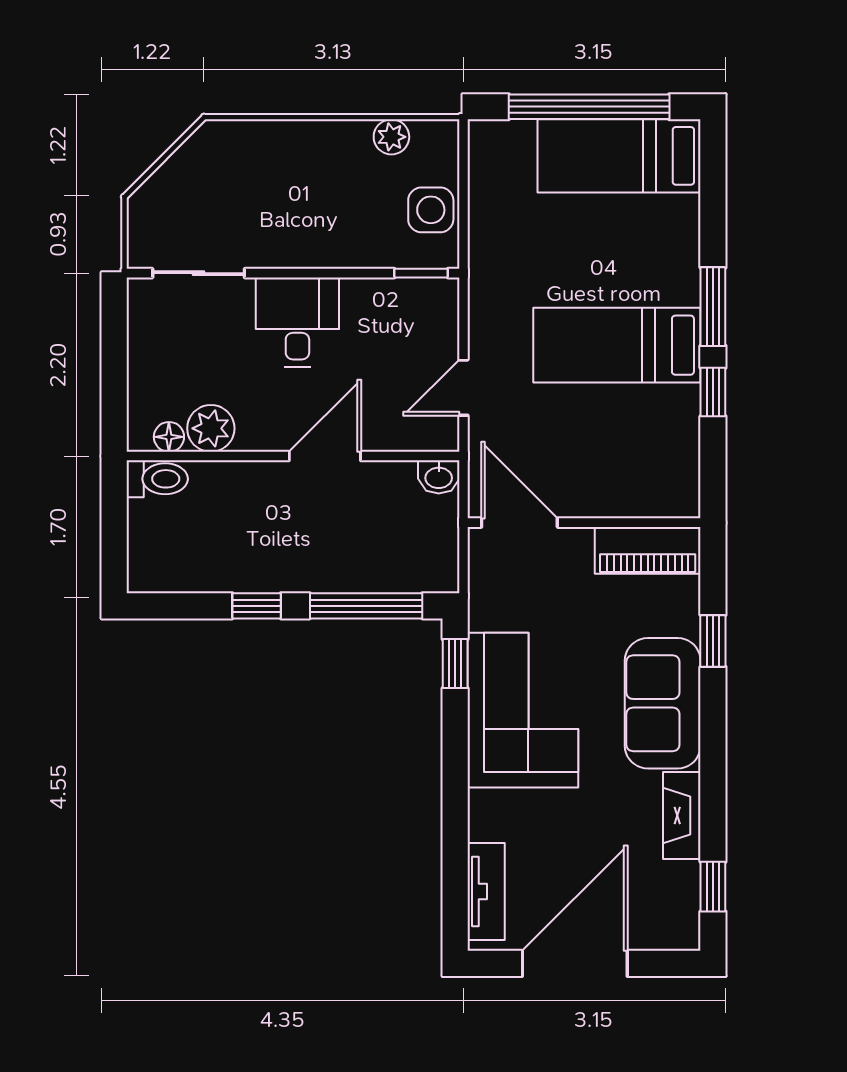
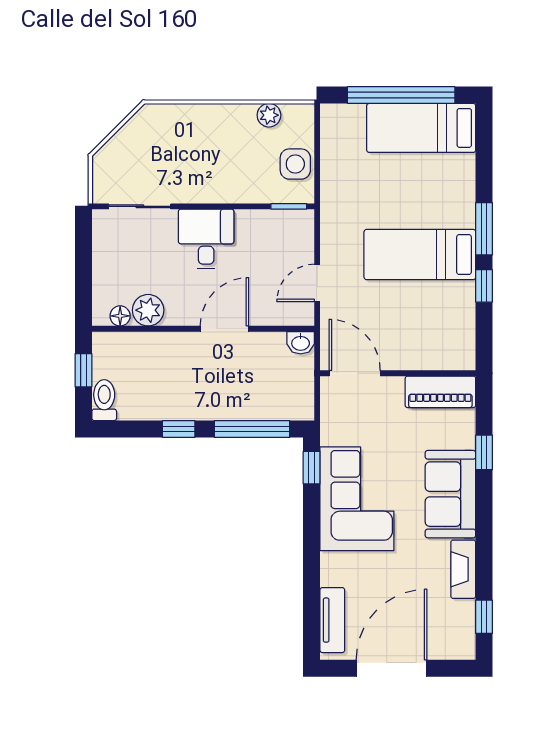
toilet: (157, 479) -> (104, 400), moved, turned -90
window: (114, 518) -> (83, 370), added

